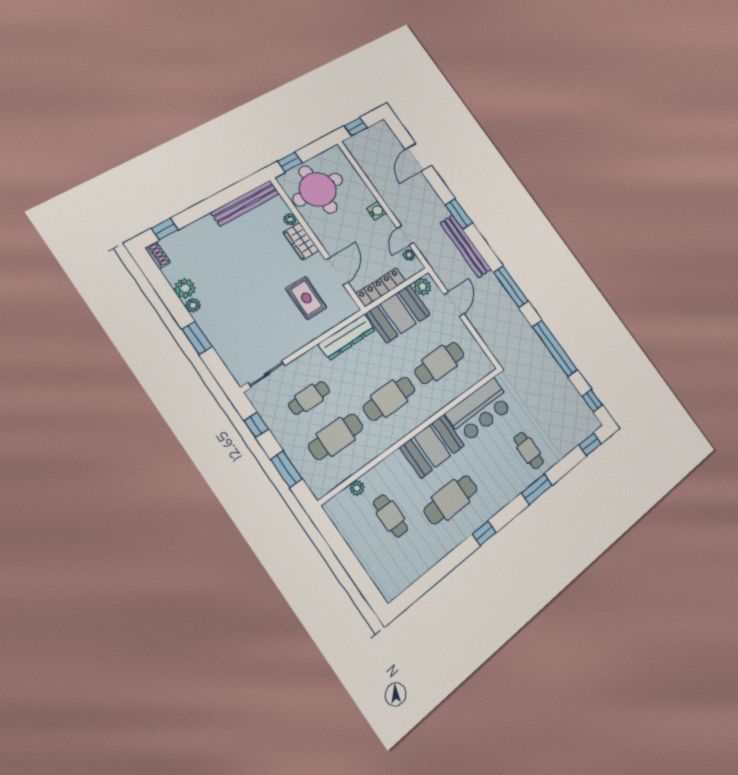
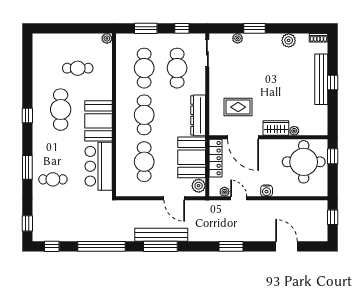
bench: (245, 203) -> (321, 79), moved
window: (165, 229) -> (333, 82), moved
bench: (466, 246) -> (161, 235), moved
door: (337, 271) -> (243, 137), width x1.36
plant: (193, 305) -> (237, 38), moved
cafe table: (309, 398) -> (177, 68), width x1.37, depth x1.35
plant: (357, 488) -> (107, 38), moved

